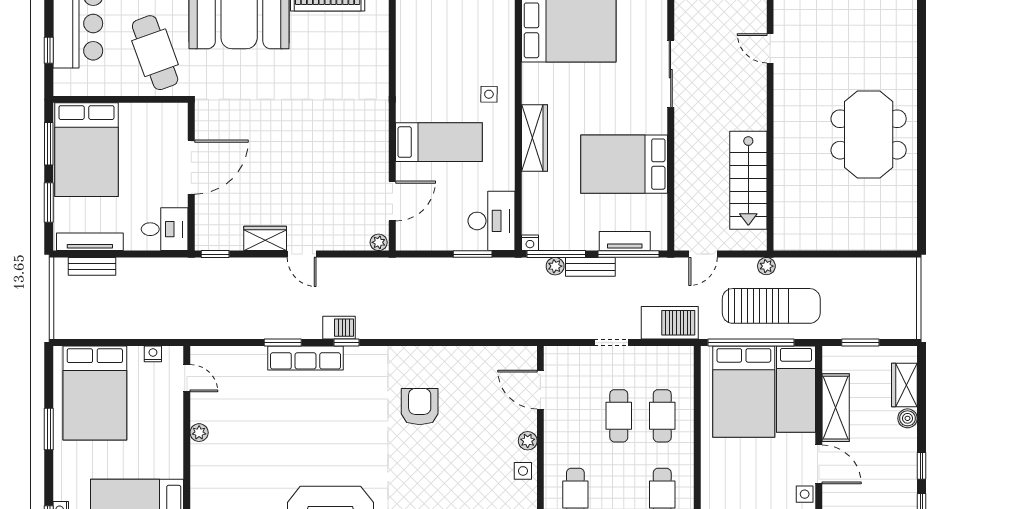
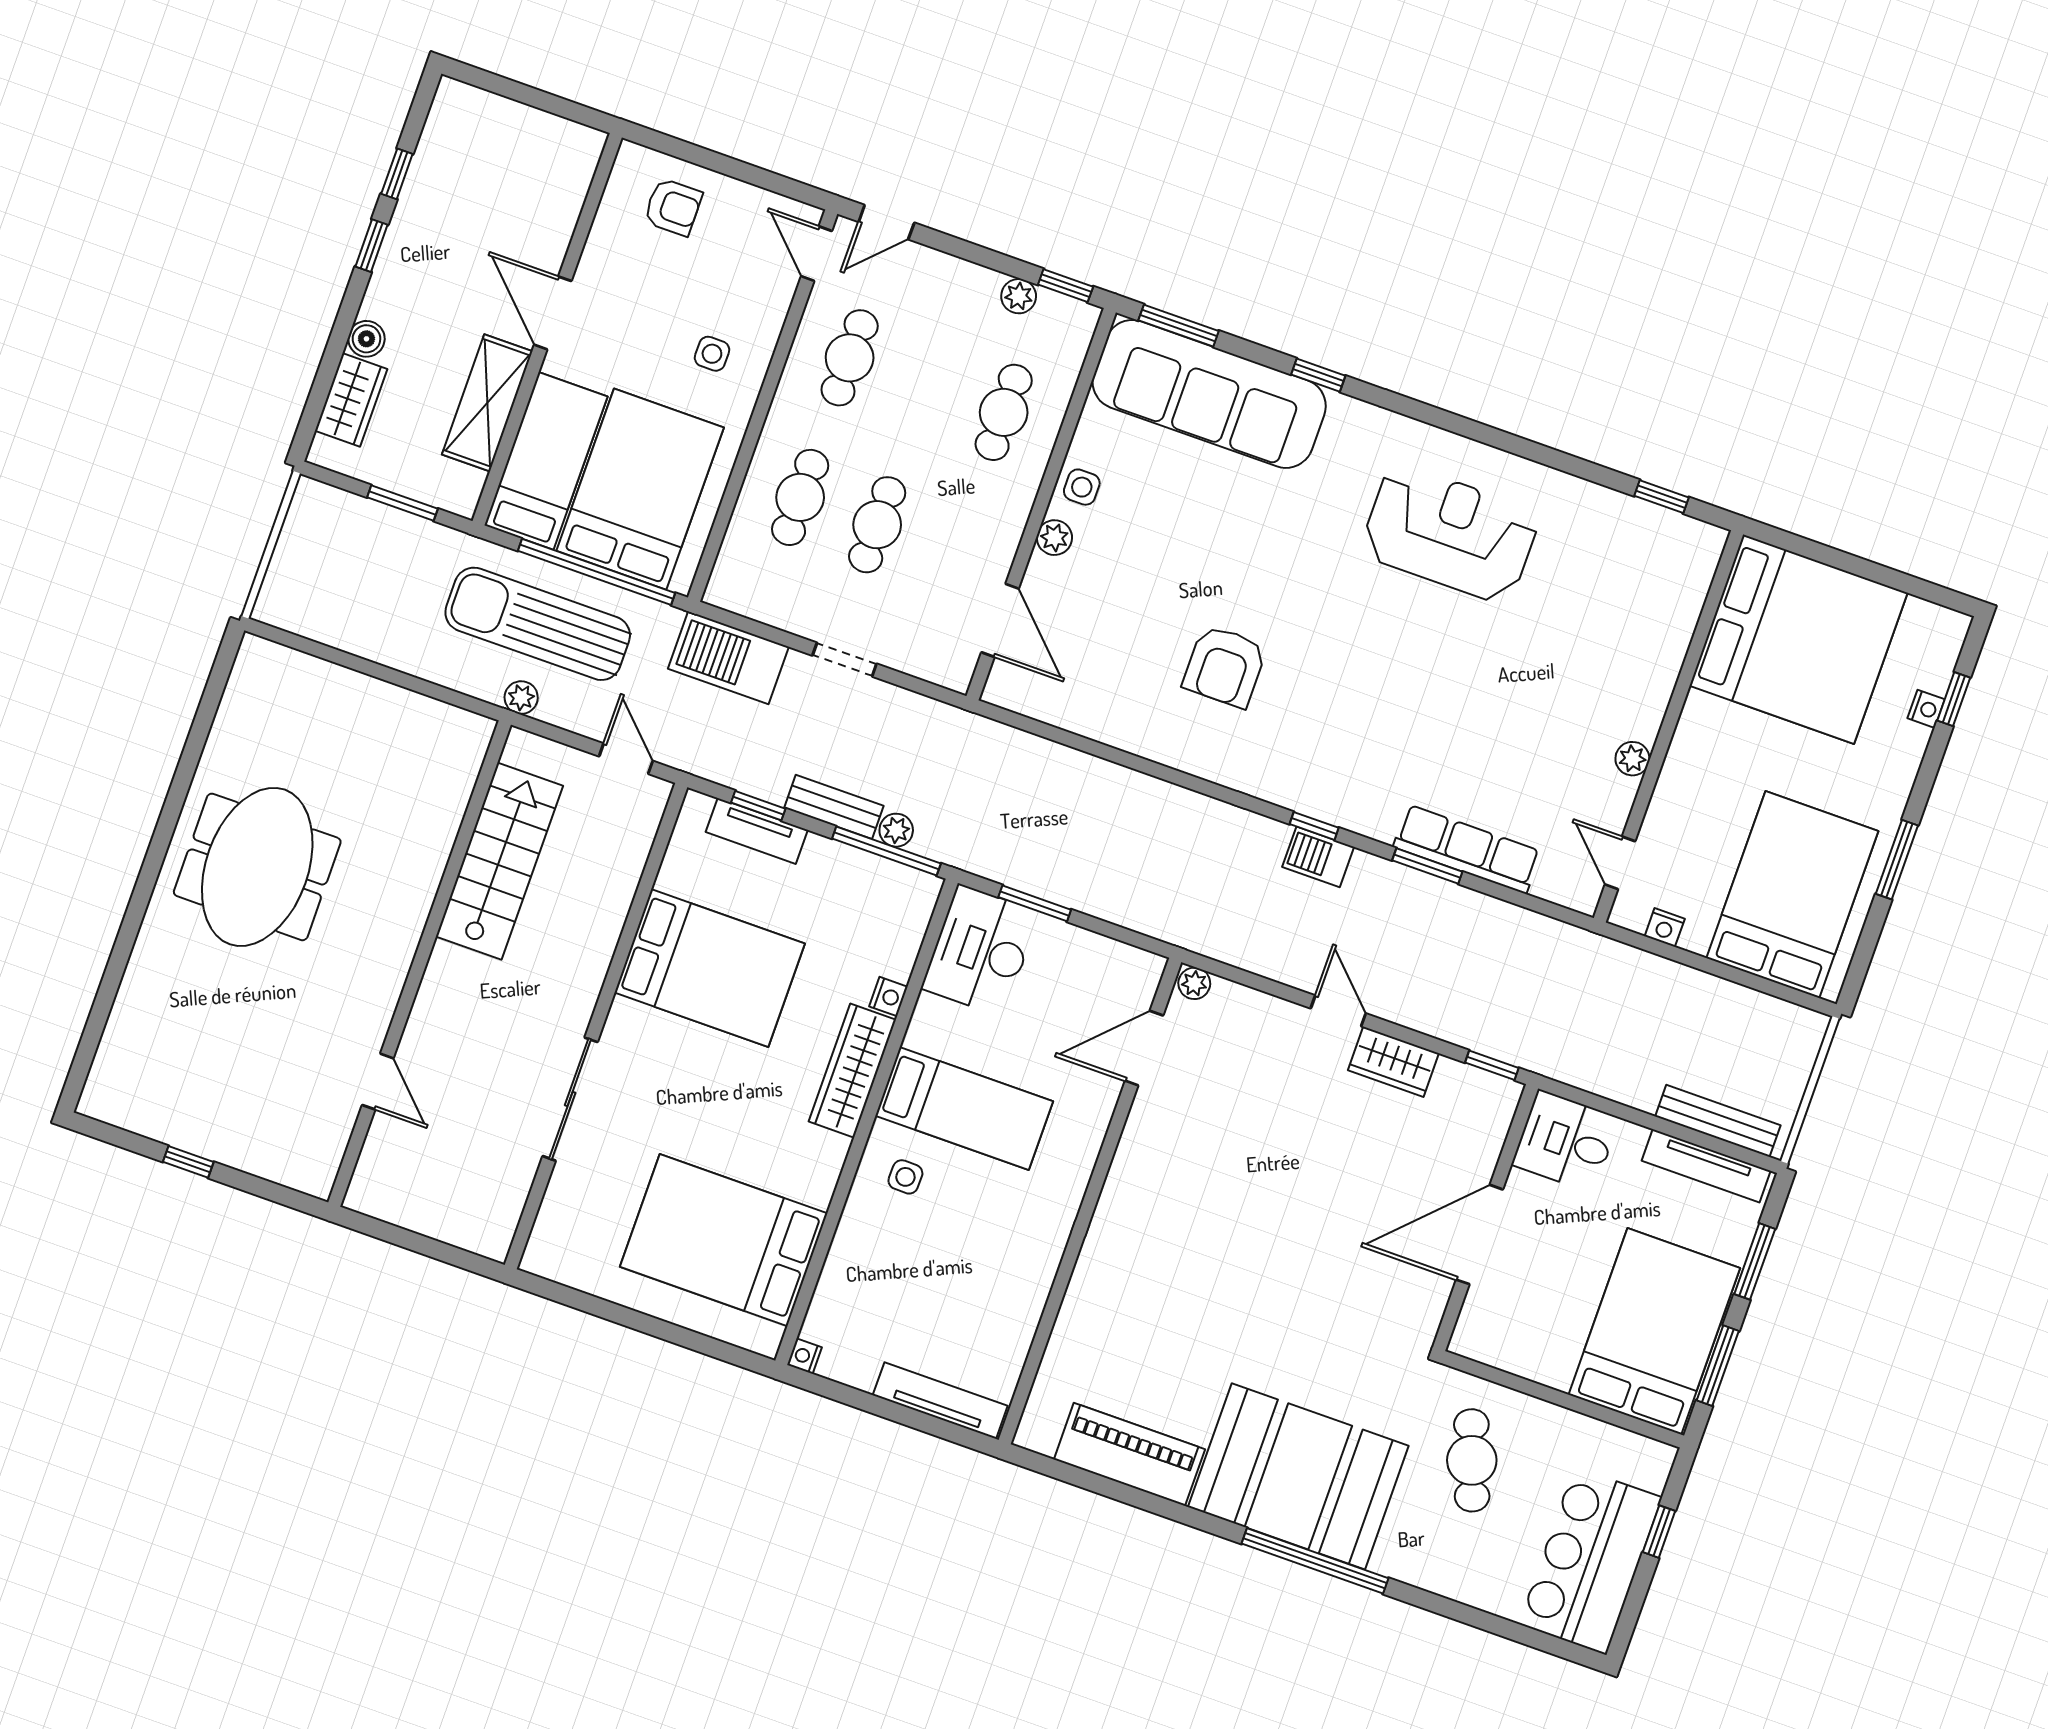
cafe table: (155, 53) -> (1472, 1460), width x0.73, depth x0.74
bed: (439, 142) -> (964, 1108), moved, turned 180
nightstand: (530, 243) -> (888, 997), moved, turned 90
window: (629, 254) -> (758, 806), width x0.46
door: (703, 254) -> (626, 759), hinge flipped
bench: (92, 266) -> (1718, 1121), width x1.36
row of seats: (306, 358) -> (1467, 849), moved
side table: (805, 494) -> (712, 354), moved

